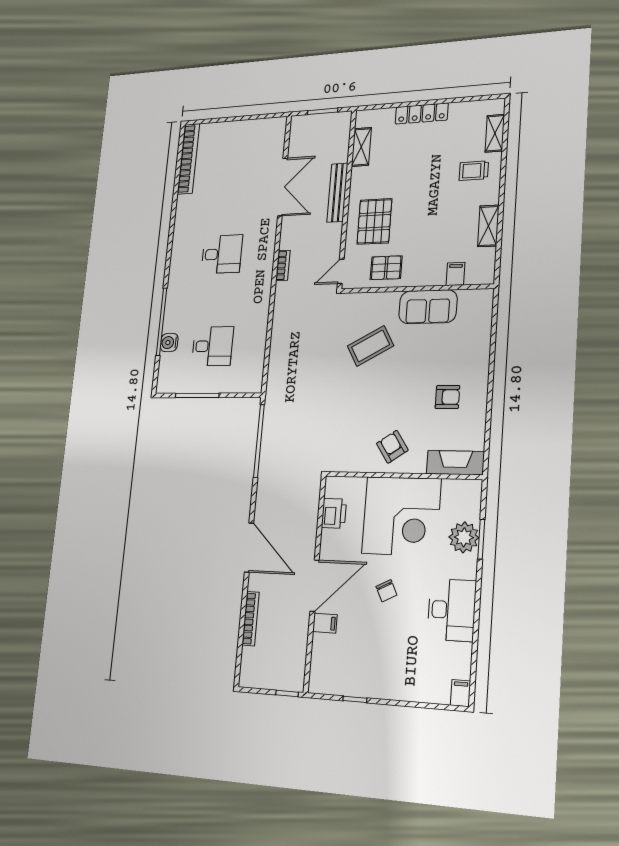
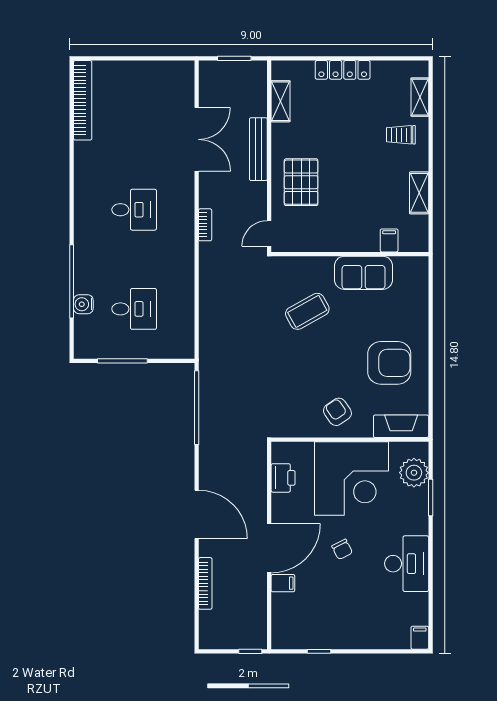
pallet: (386, 268) -> (317, 231), removed
armchair: (447, 397) -> (389, 363), width x1.88, depth x1.88
plant: (464, 537) -> (414, 473), moved

